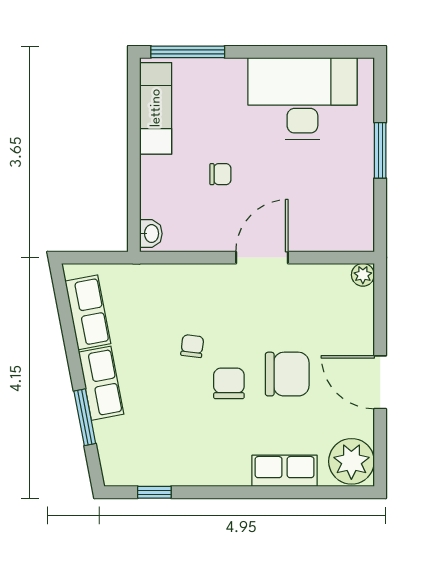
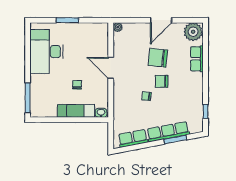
exam couch: (156, 108) -> (76, 111), moved
chair: (287, 374) -> (158, 58), turned -84
row of seats: (101, 383) -> (168, 132), width x1.48

